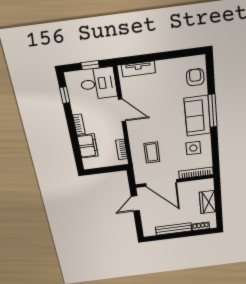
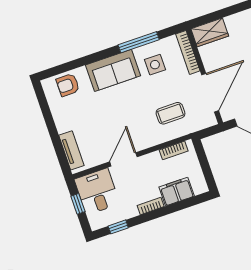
window: (213, 111) -> (139, 42), moved
wardrobe: (208, 202) -> (210, 32), moved

